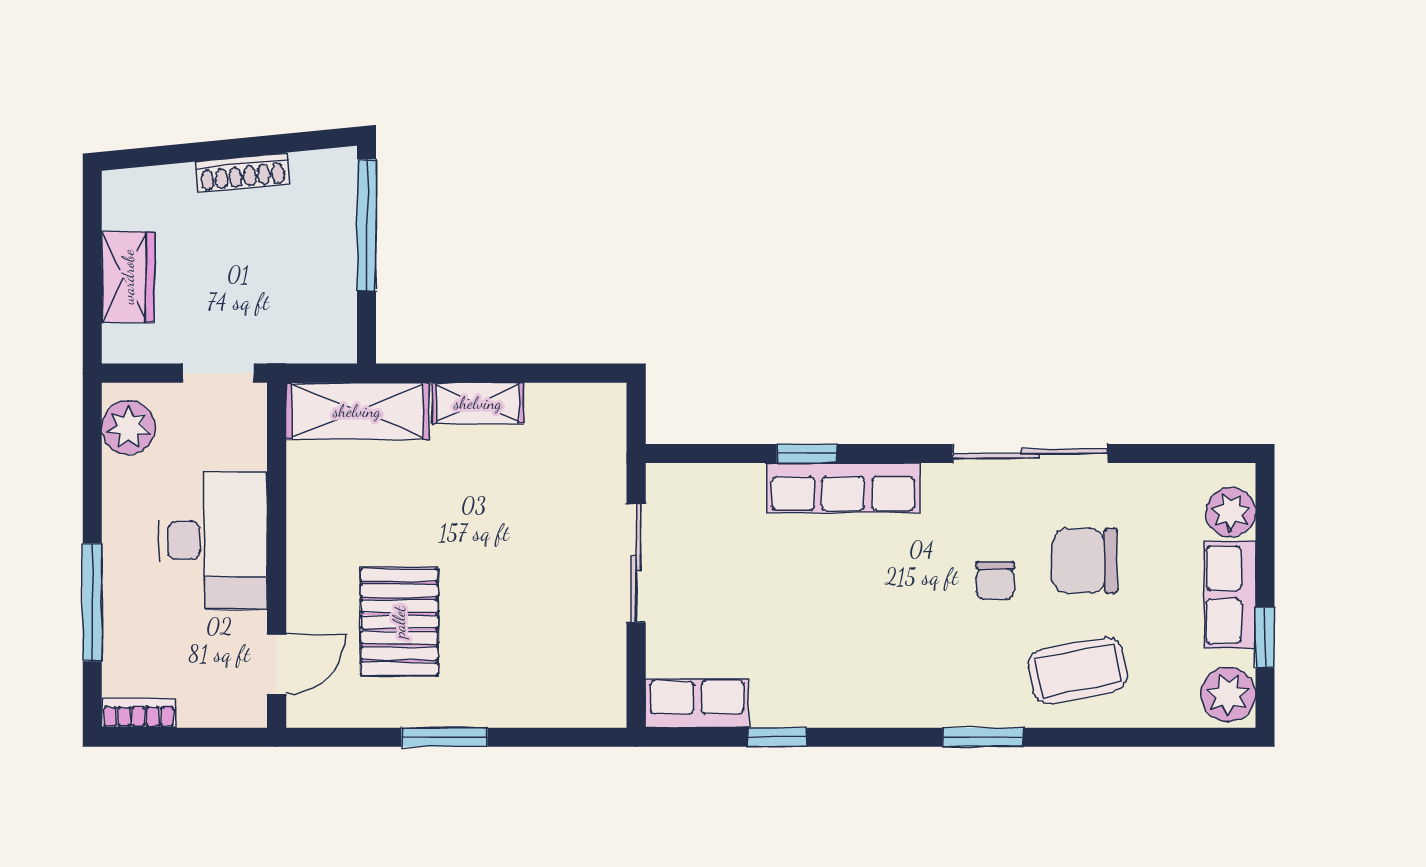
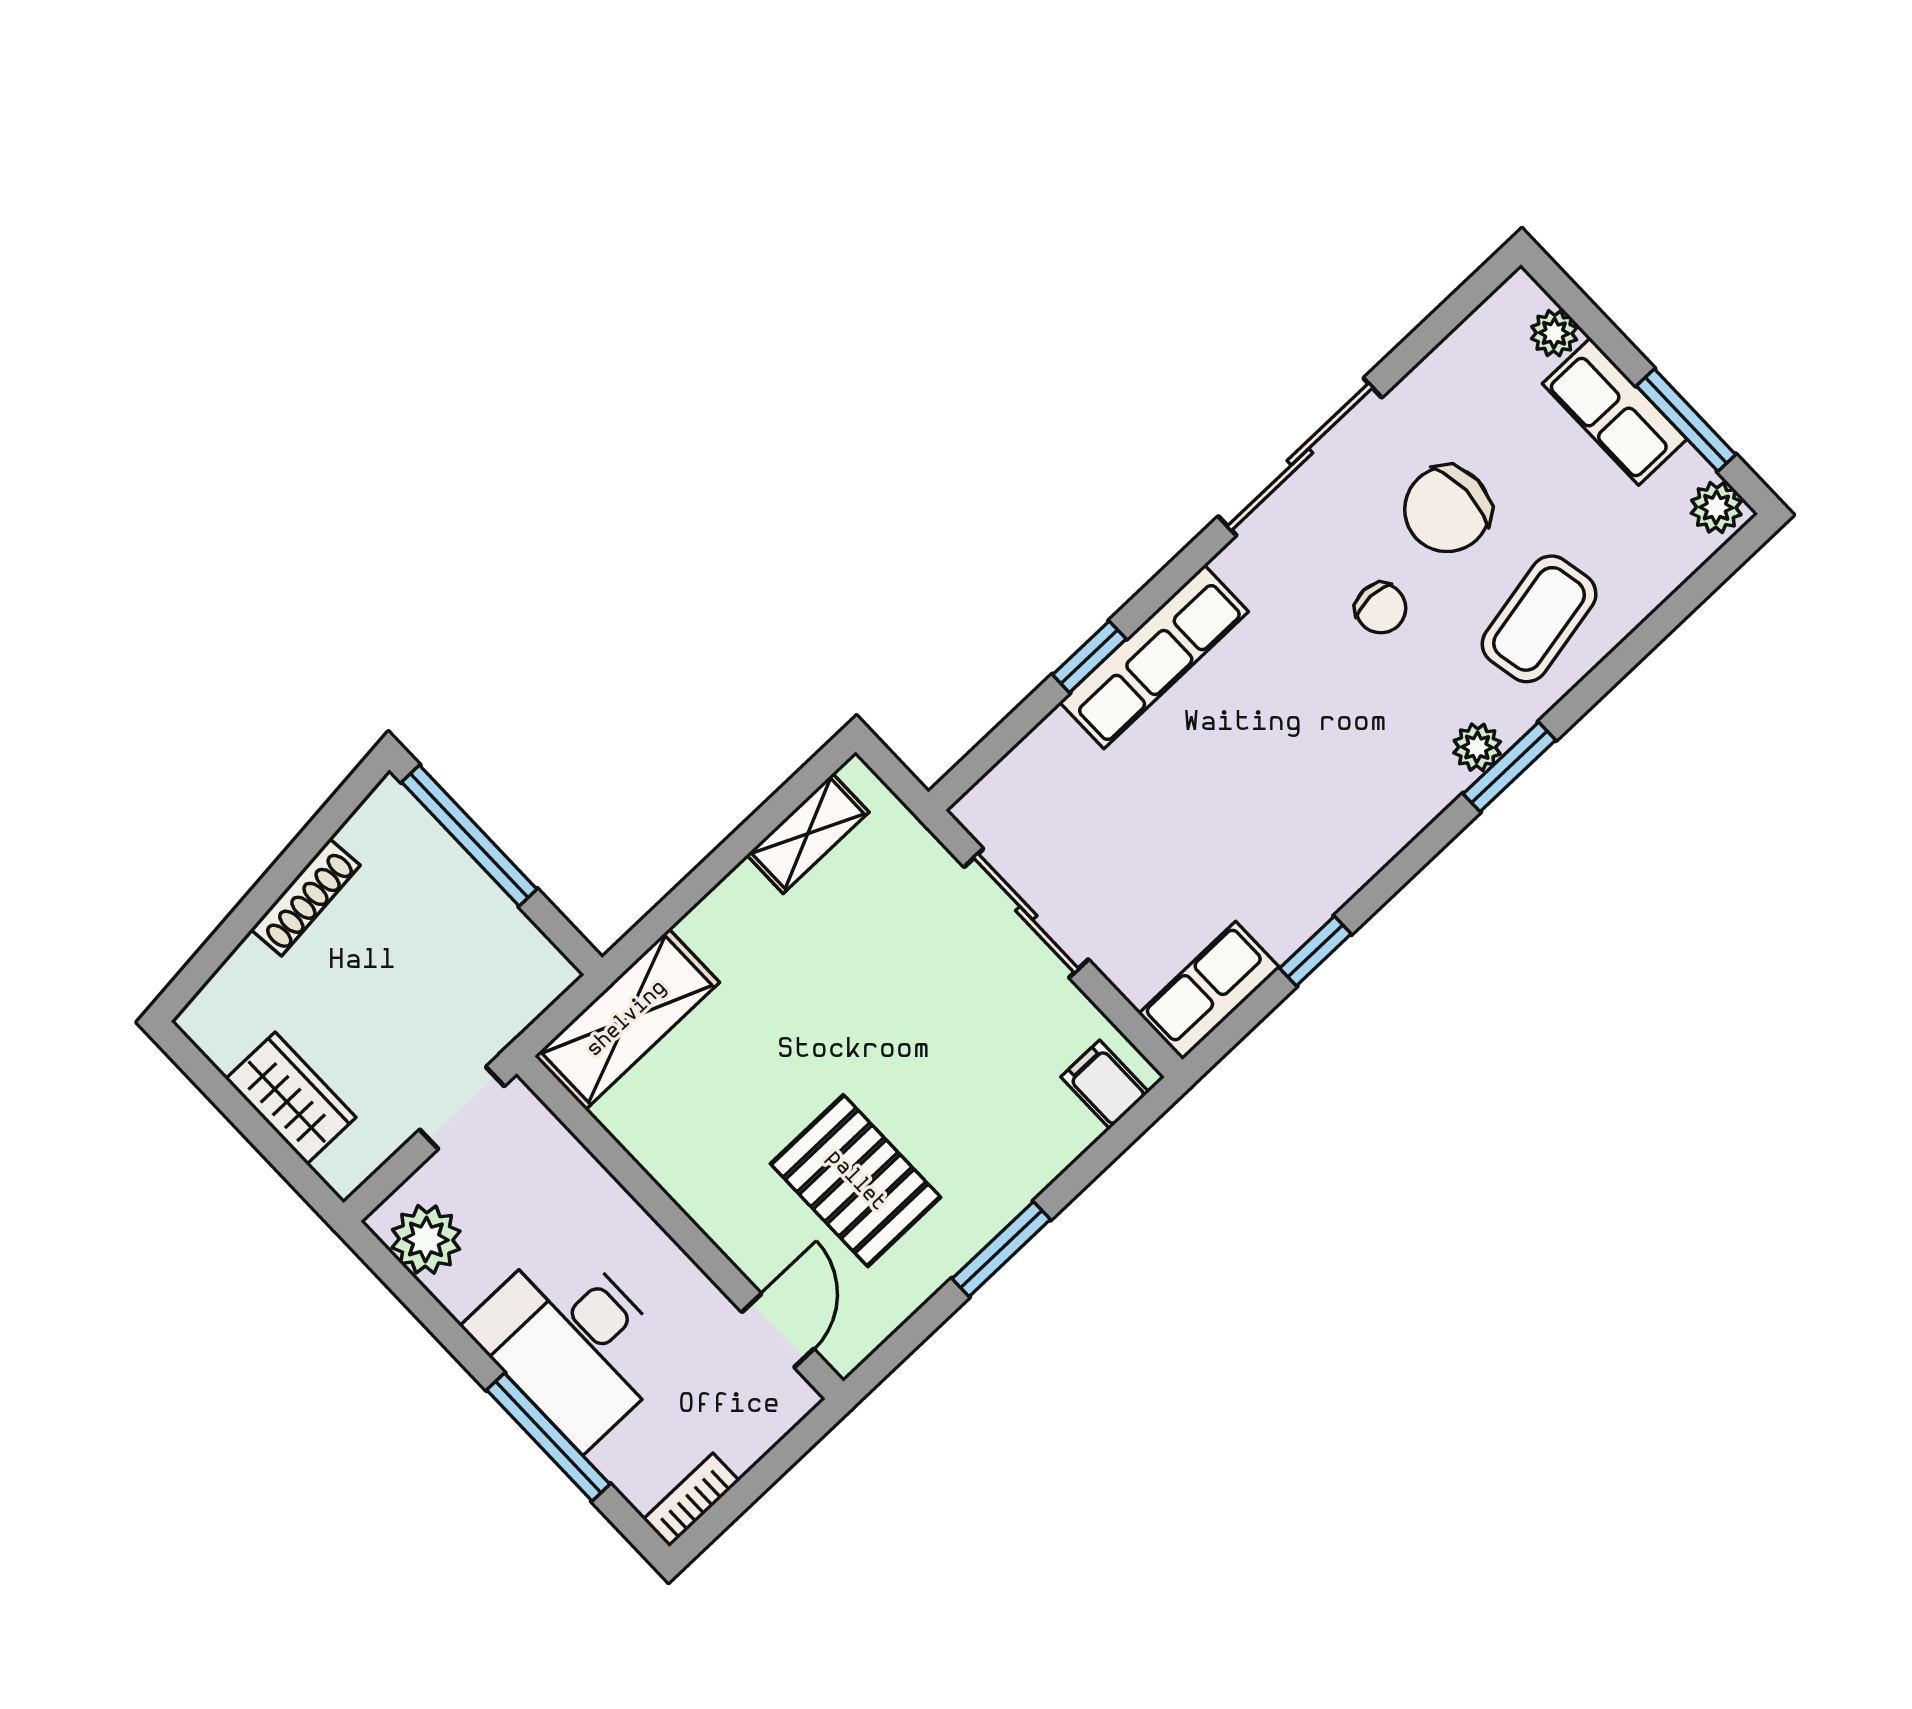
shelving: (478, 403) -> (808, 833), moved
plant: (1231, 512) -> (1554, 333), width x0.73, depth x0.73
desk: (213, 540) -> (572, 1342), moved, turned 180
window: (1265, 637) -> (1686, 420), width x1.50
plant: (1228, 695) -> (1716, 507), width x0.73, depth x0.73
filing cabinet: (589, 700) -> (1105, 1084), added
plant: (975, 709) -> (1477, 747), added

